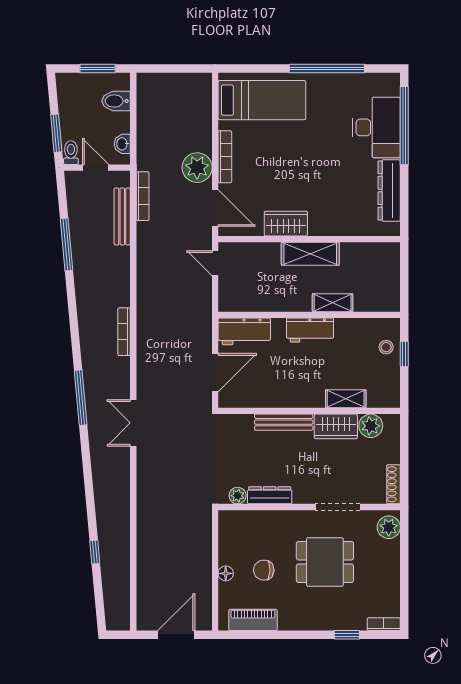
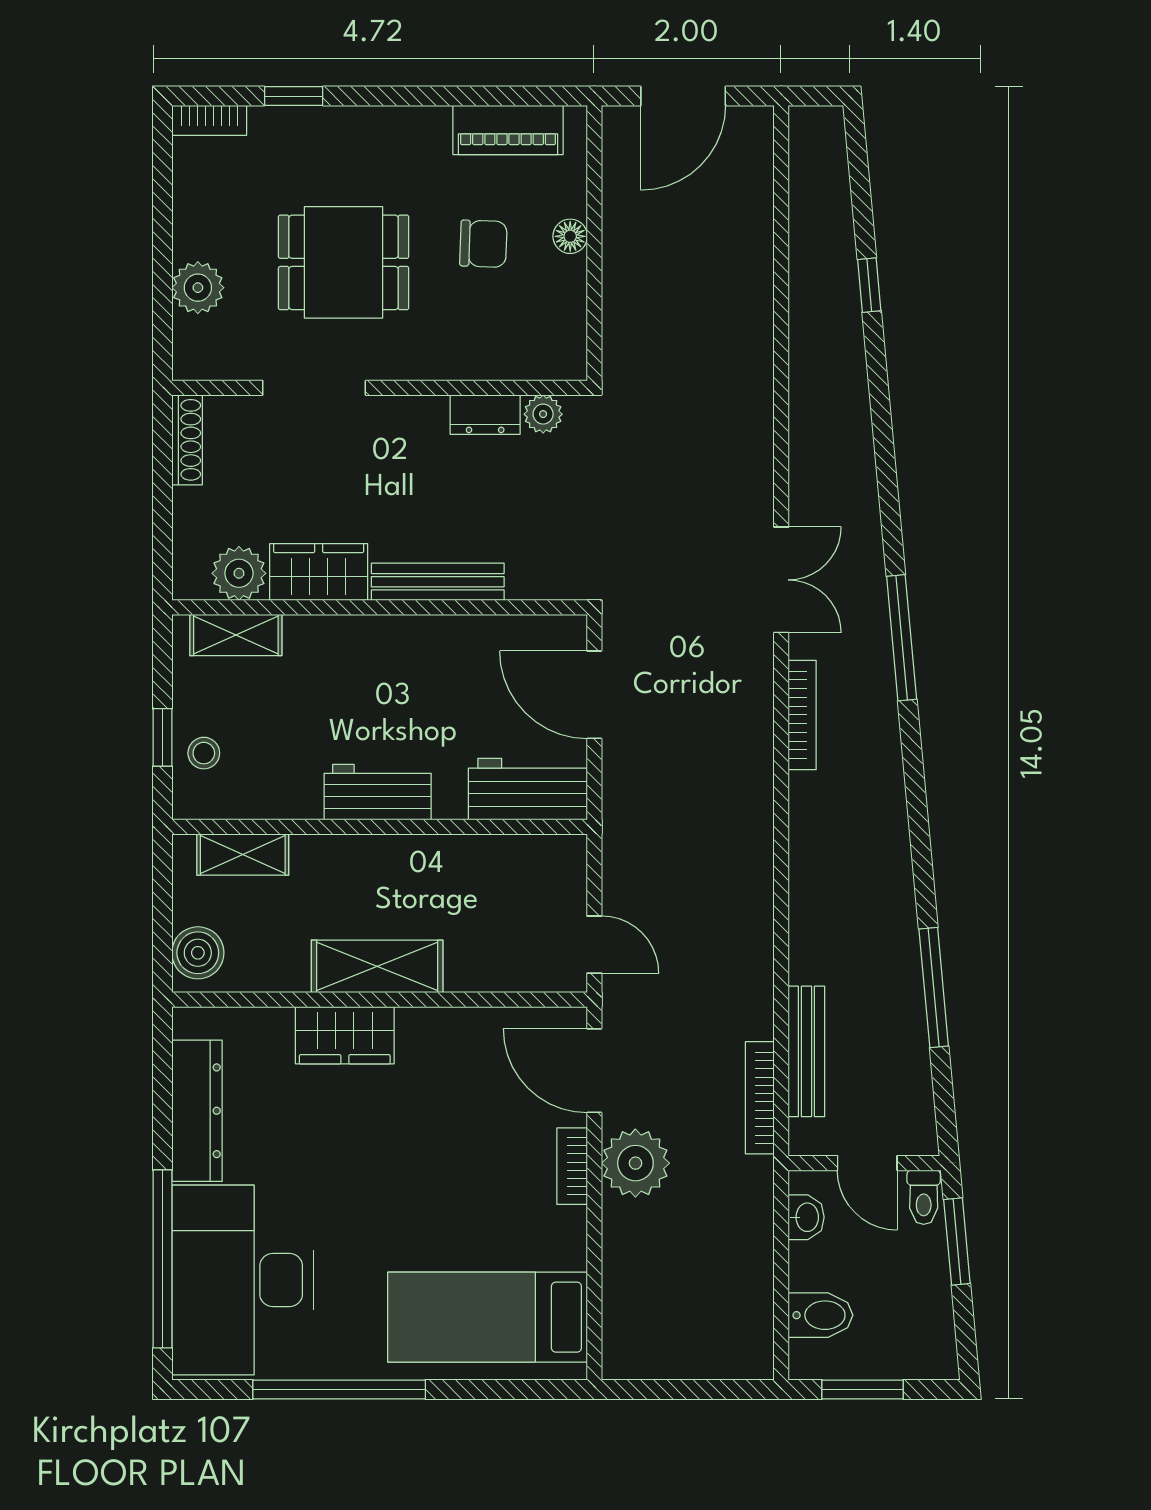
desk: (376, 127) -> (243, 1280), width x1.36, depth x1.30
bookcase: (225, 157) -> (572, 1166), width x0.64
wardrobe: (286, 224) -> (345, 1035), moved
boiler: (389, 260) -> (198, 953), added
shelving: (333, 303) -> (243, 854), moved
bookcase: (124, 332) -> (802, 715), moved
door: (215, 373) -> (594, 695), hinge flipped
shelving: (346, 399) -> (236, 635), moved
dresser: (270, 495) -> (485, 415), width x0.70
plant: (389, 527) -> (198, 288), moved

